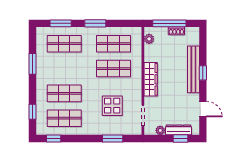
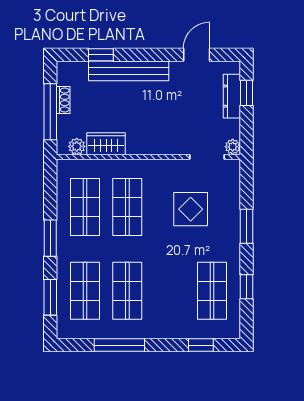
window: (32, 64) -> (119, 345), width x1.44
window: (203, 73) -> (101, 55), moved
wardrobe: (151, 79) -> (106, 144), moved, width x0.67
shop shelf: (64, 93) -> (127, 291), moved
plant: (160, 130) -> (233, 147), moved
window: (54, 139) -> (247, 287), moved
window: (113, 139) -> (247, 226), moved

